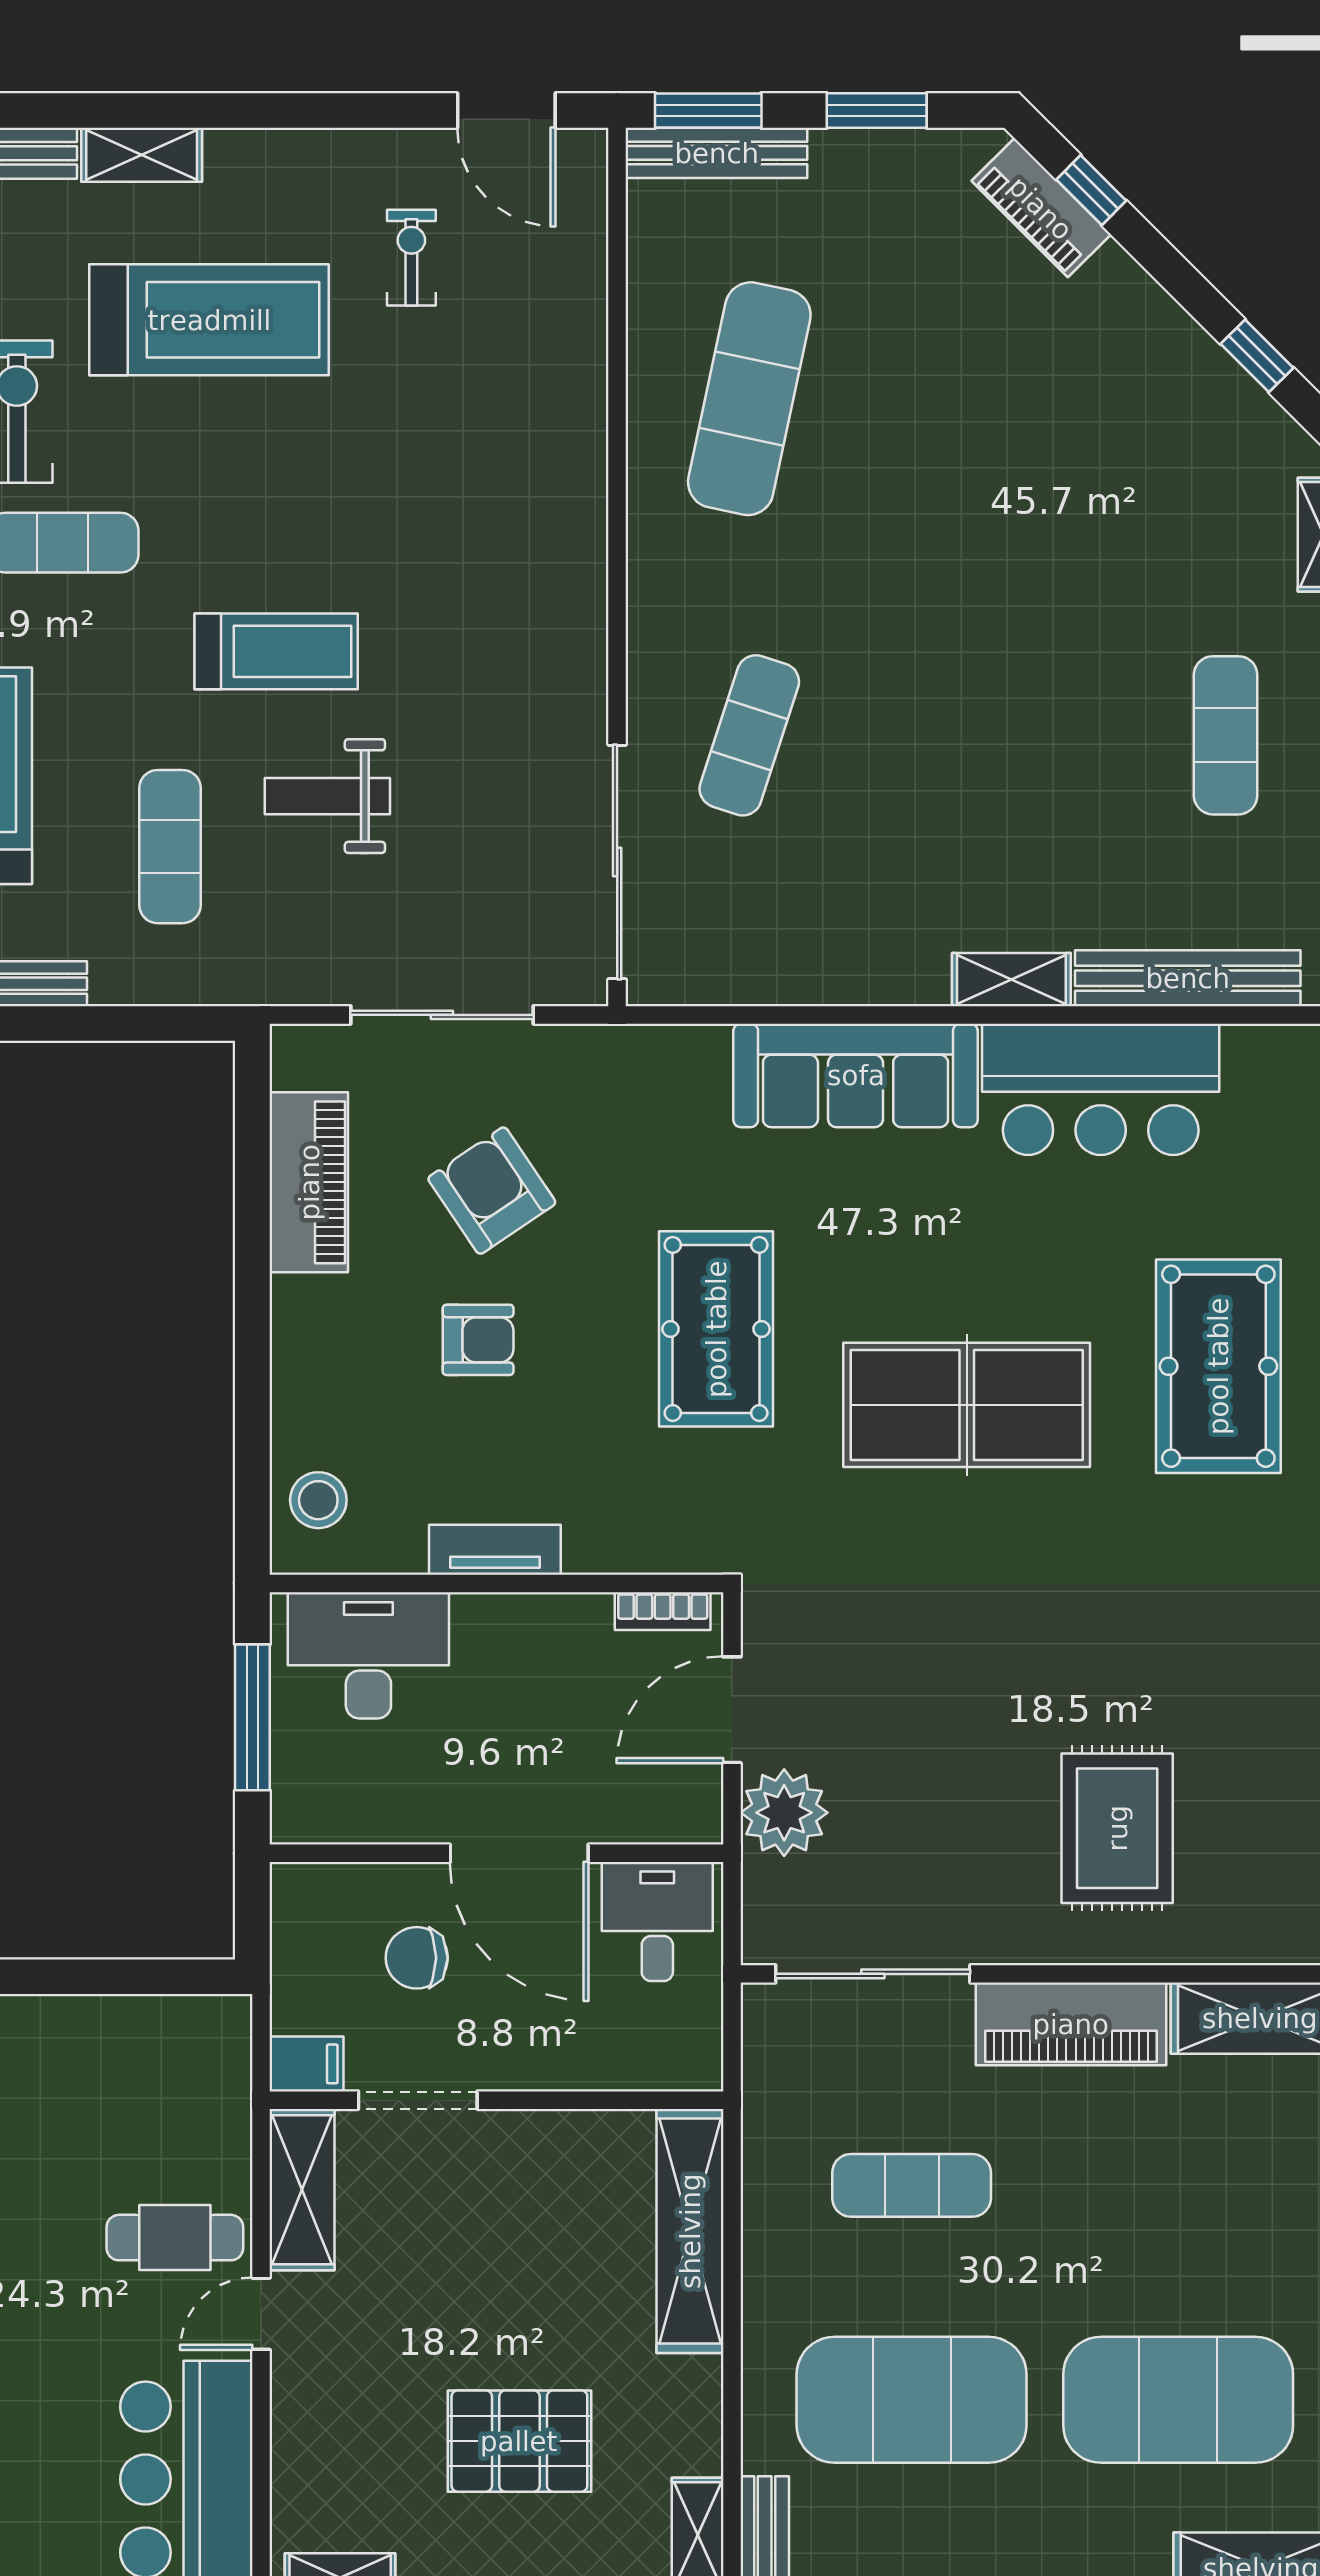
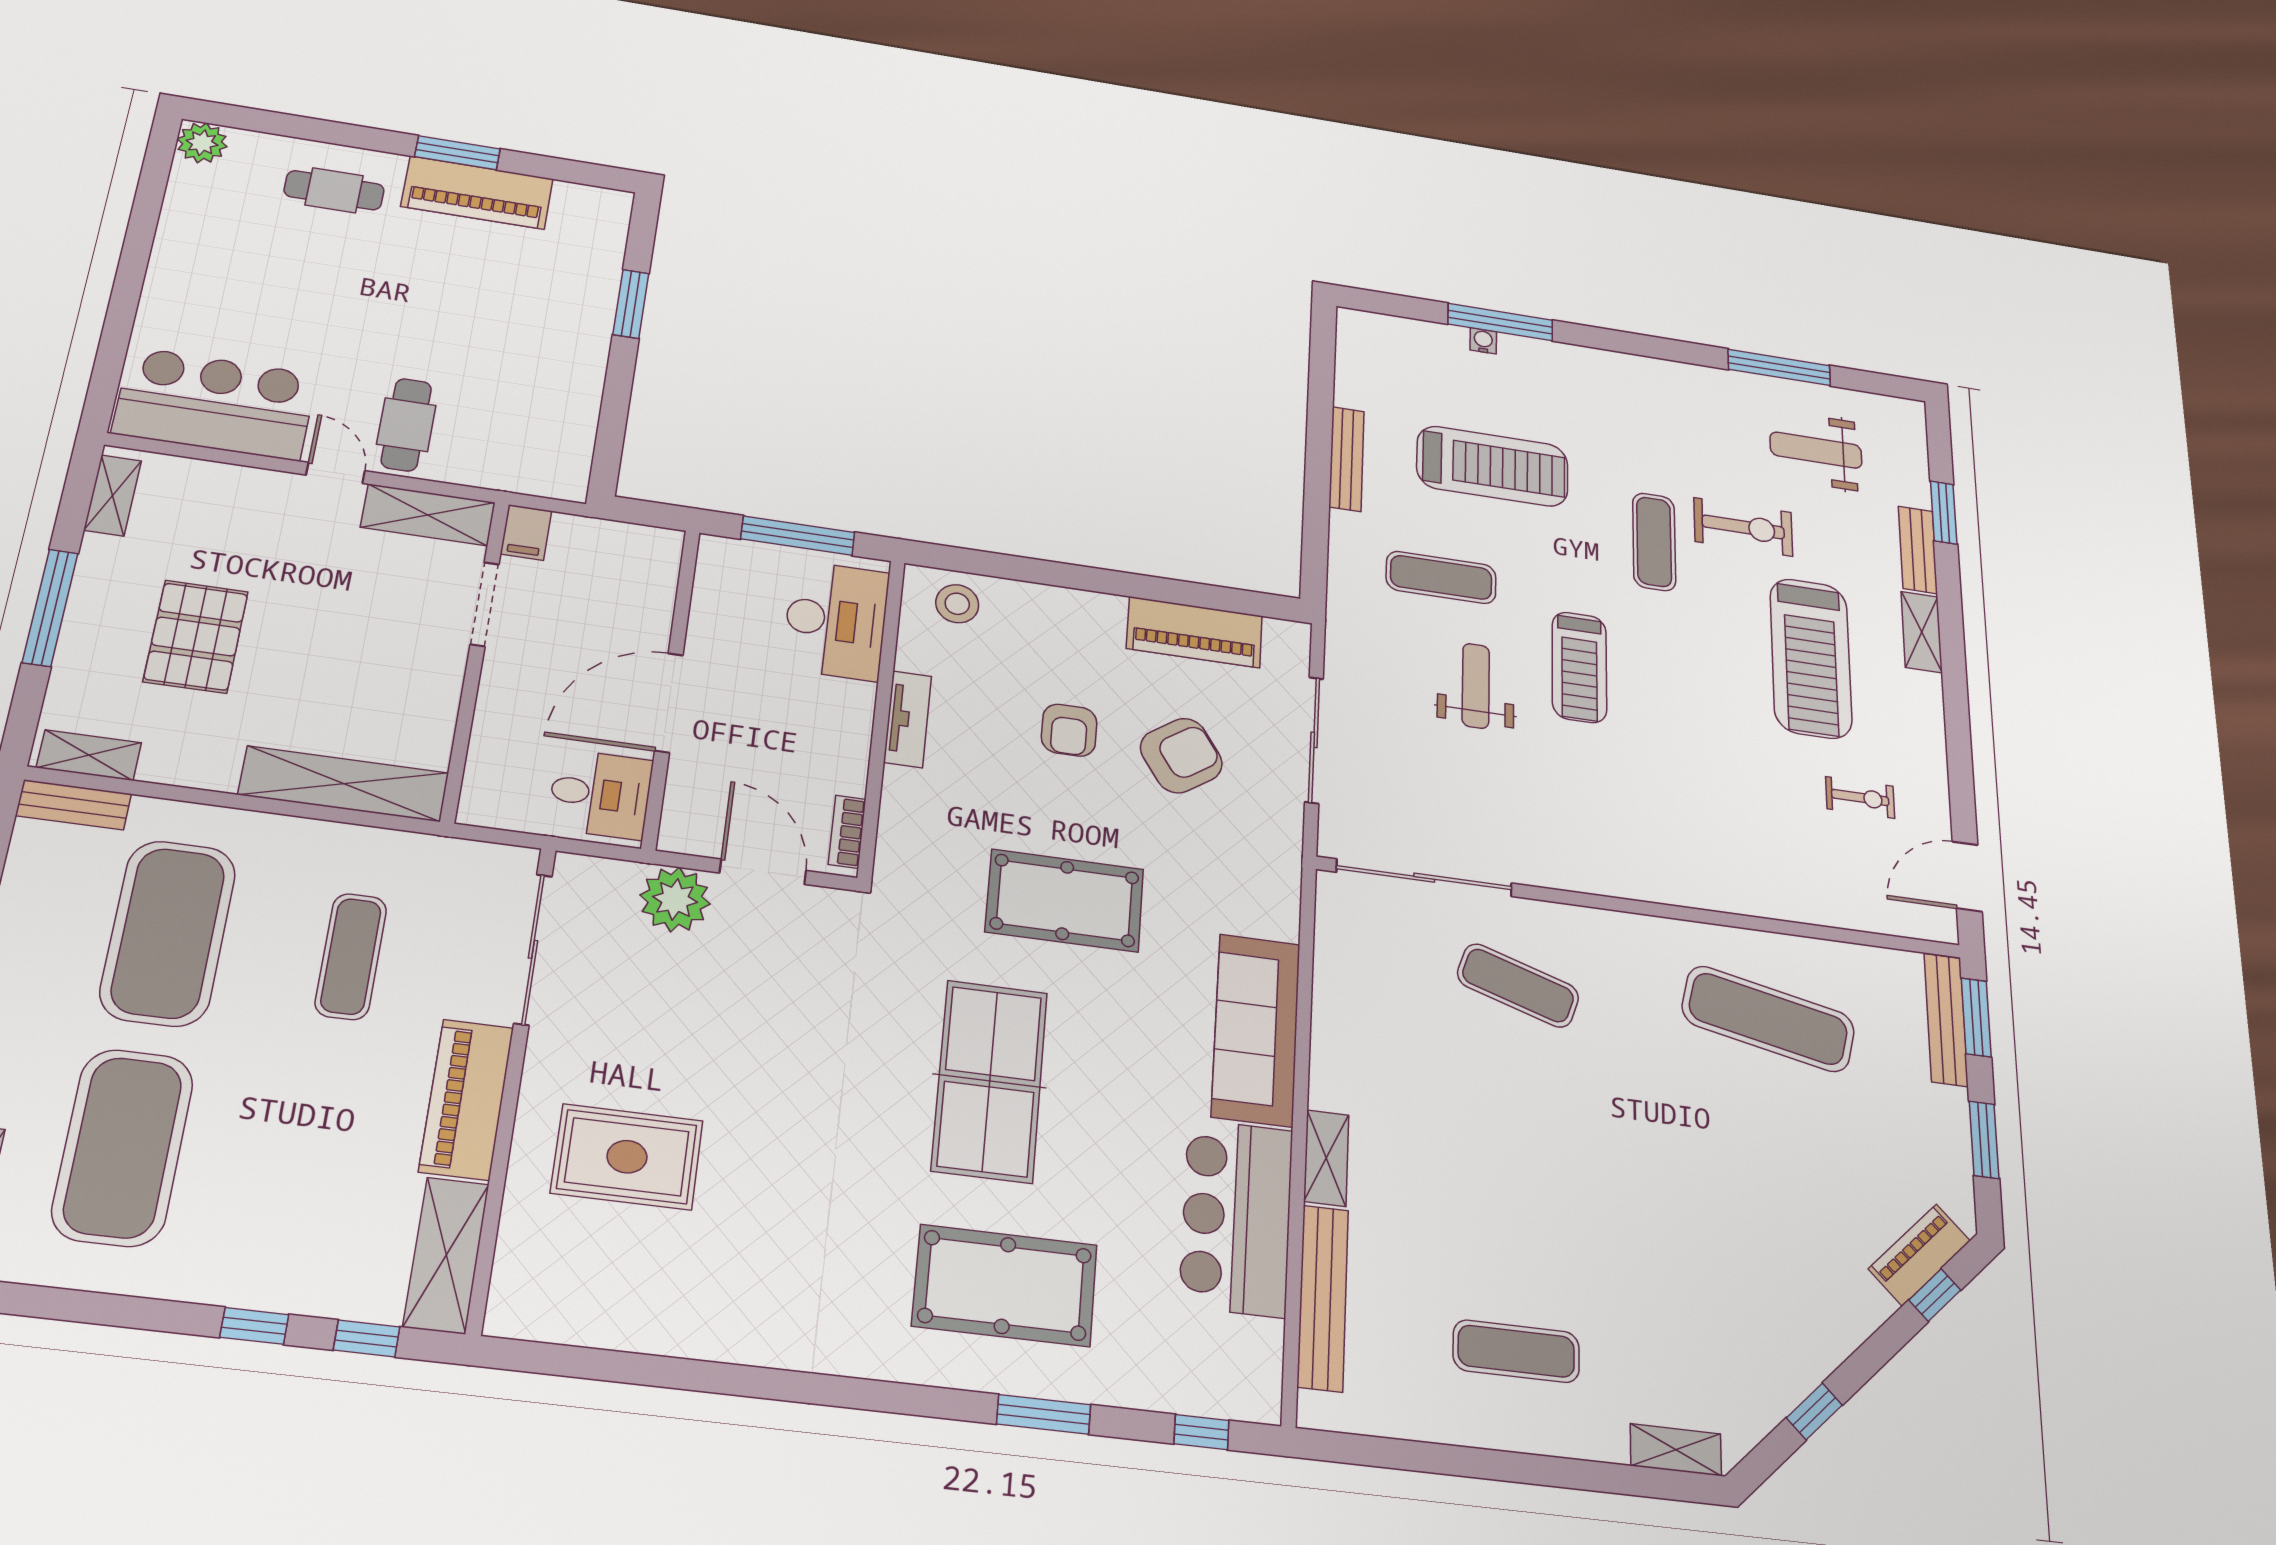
chair: (417, 1958) -> (597, 620), removed

